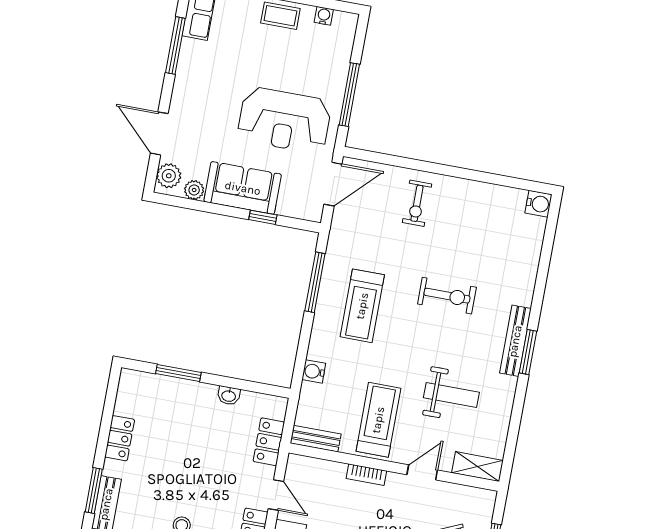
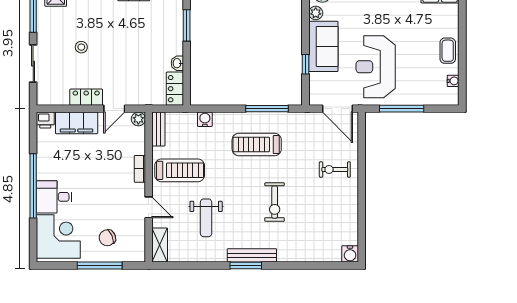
locker: (269, 442) -> (175, 89), moved, turned -90
plant: (296, 464) -> (138, 119), added

